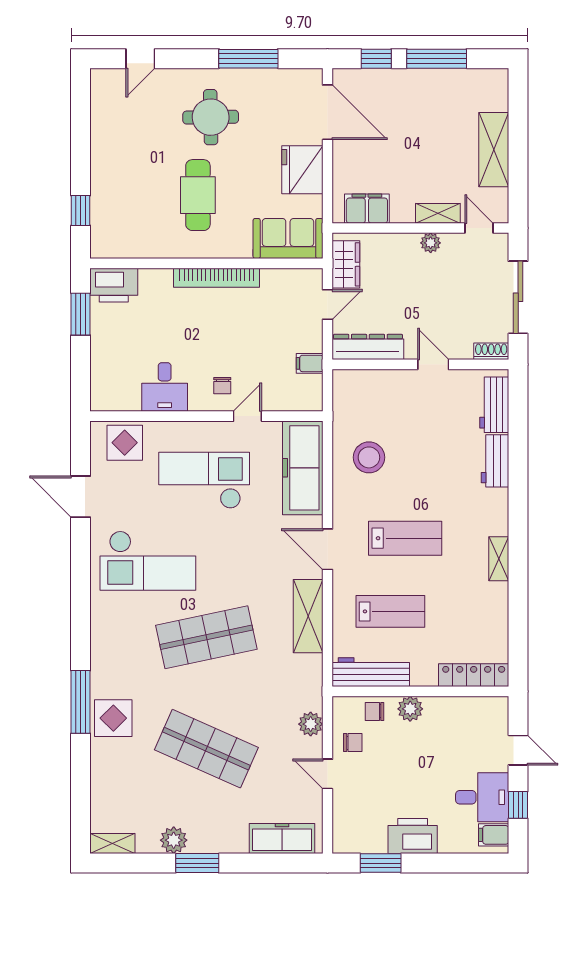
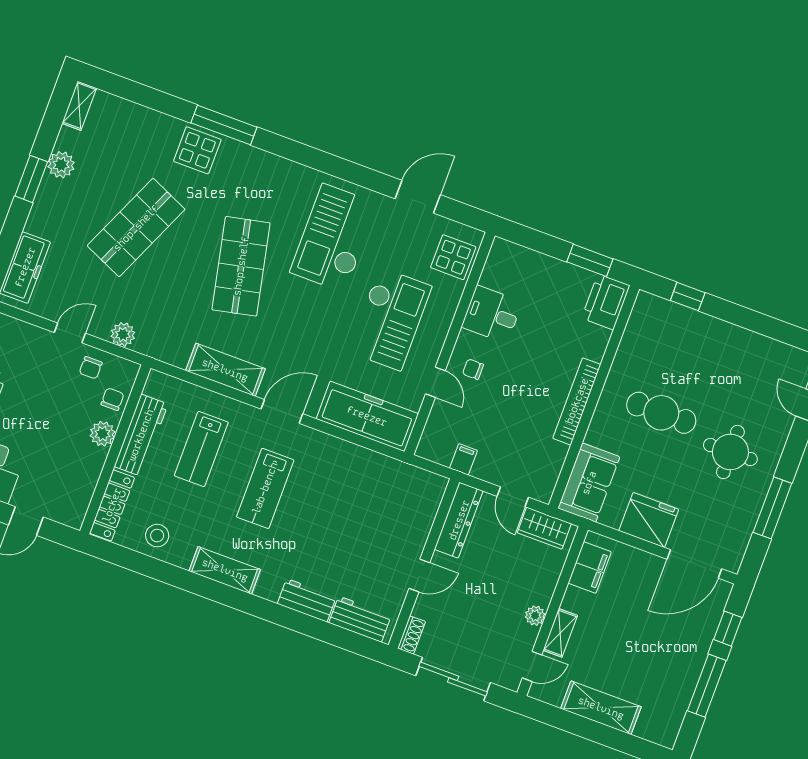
stool: (369, 457) -> (157, 536), moved, width x0.73, depth x0.73
shelving: (499, 559) -> (225, 570), width x1.50, depth x1.33
workbench: (371, 672) -> (141, 435), moved

